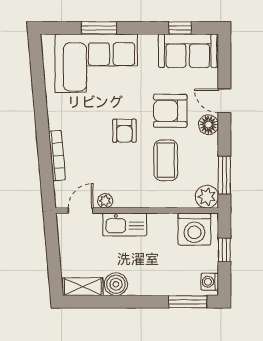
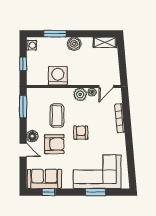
plant: (207, 197) -> (80, 94), moved
kitchen sink: (125, 224) -> (81, 78), removed
washing machine: (194, 229) -> (58, 76), moved
boiler: (116, 284) -> (74, 44), moved
window: (188, 302) -> (55, 34), moved

